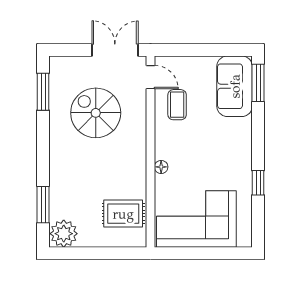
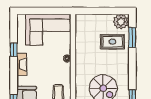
fireplace: (243, 156) -> (22, 64), added
rug: (123, 214) -> (112, 42), moved

